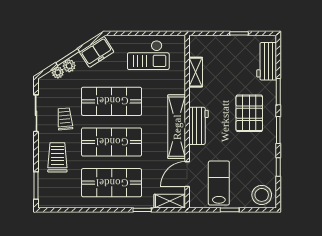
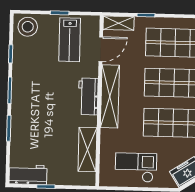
workbench: (267, 61) -> (28, 175), moved, turned -90
shelving: (196, 72) -> (87, 150), width x1.50, depth x1.33
pallet: (249, 113) -> (38, 108), removed

